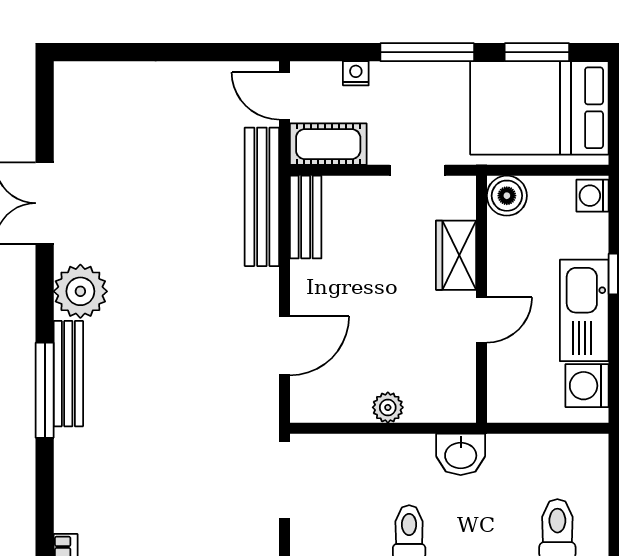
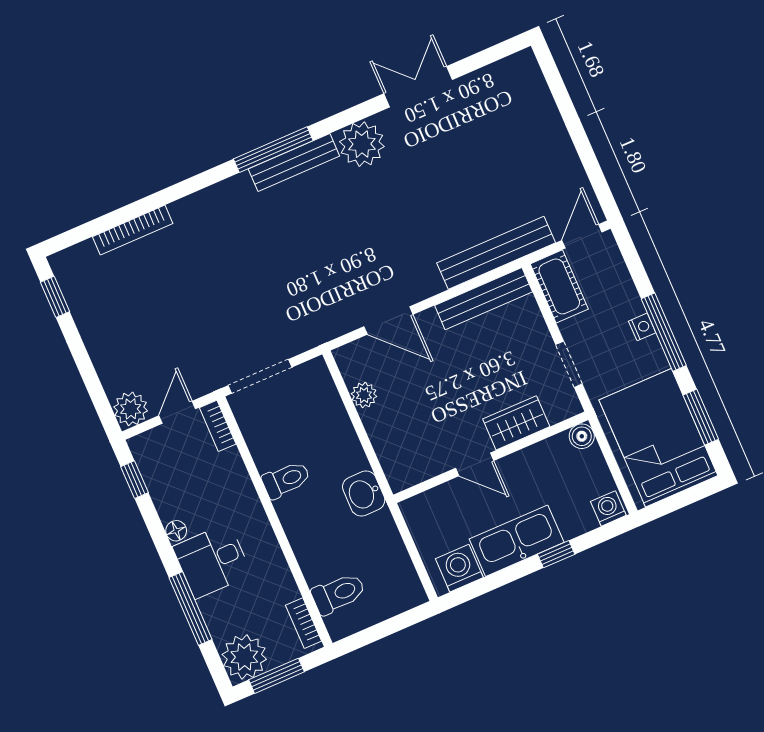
nightstand: (356, 73) -> (642, 327), moved
boiler: (507, 196) -> (582, 436), width x0.73, depth x0.73
bench: (306, 217) -> (484, 299), width x1.36
plant: (388, 407) -> (364, 395), moved
doorway: (285, 480) -> (260, 376), moved

